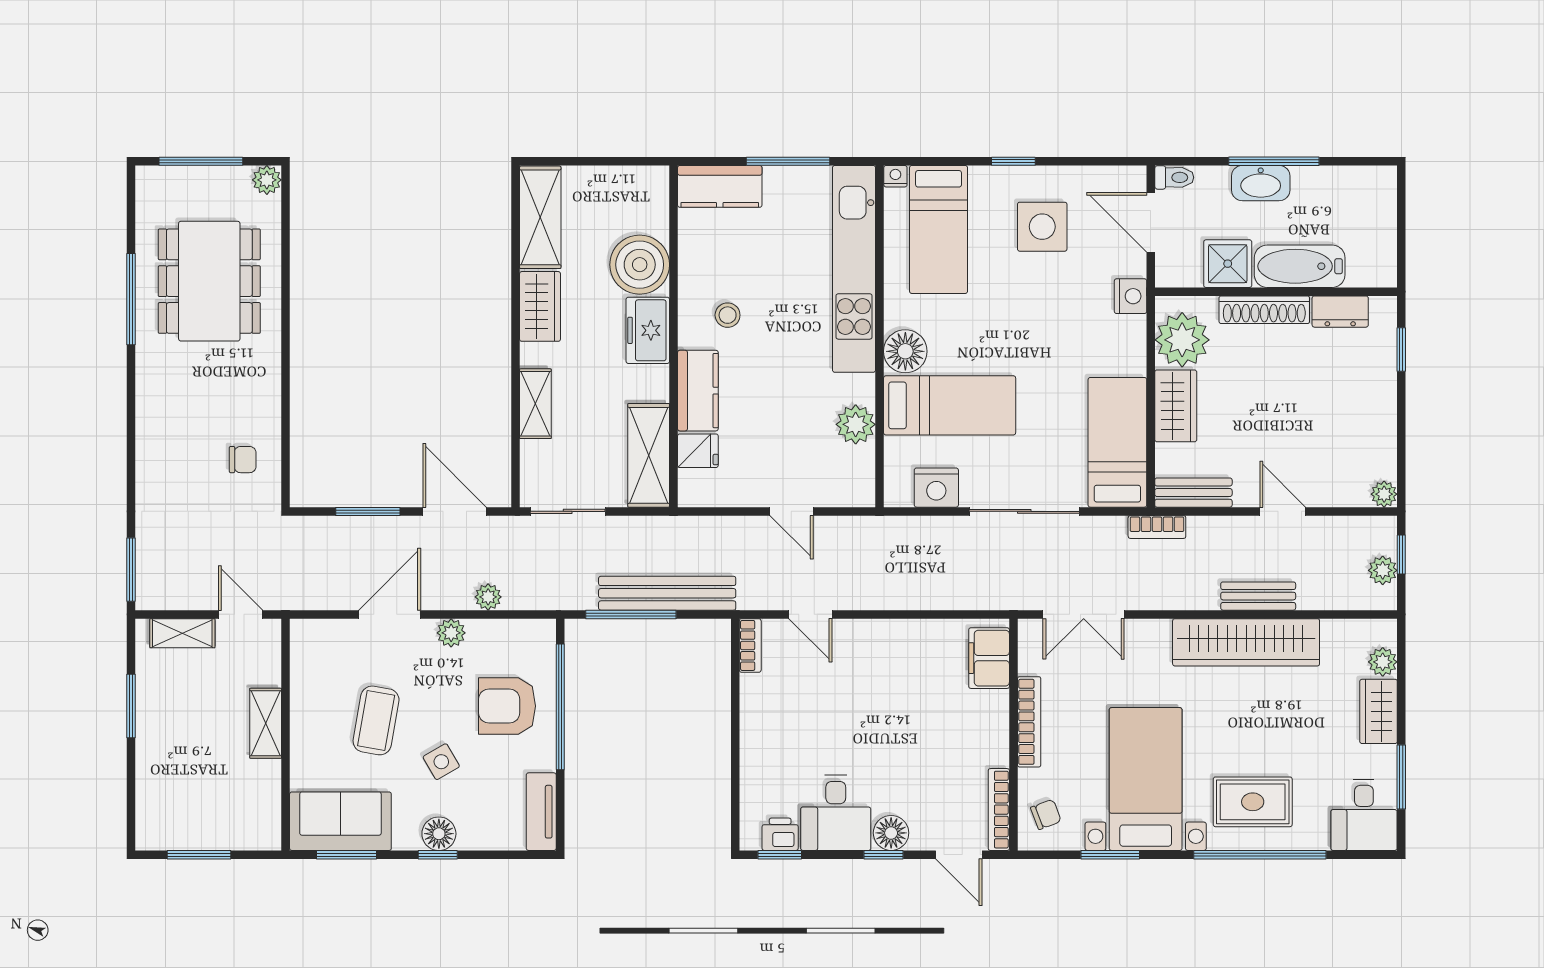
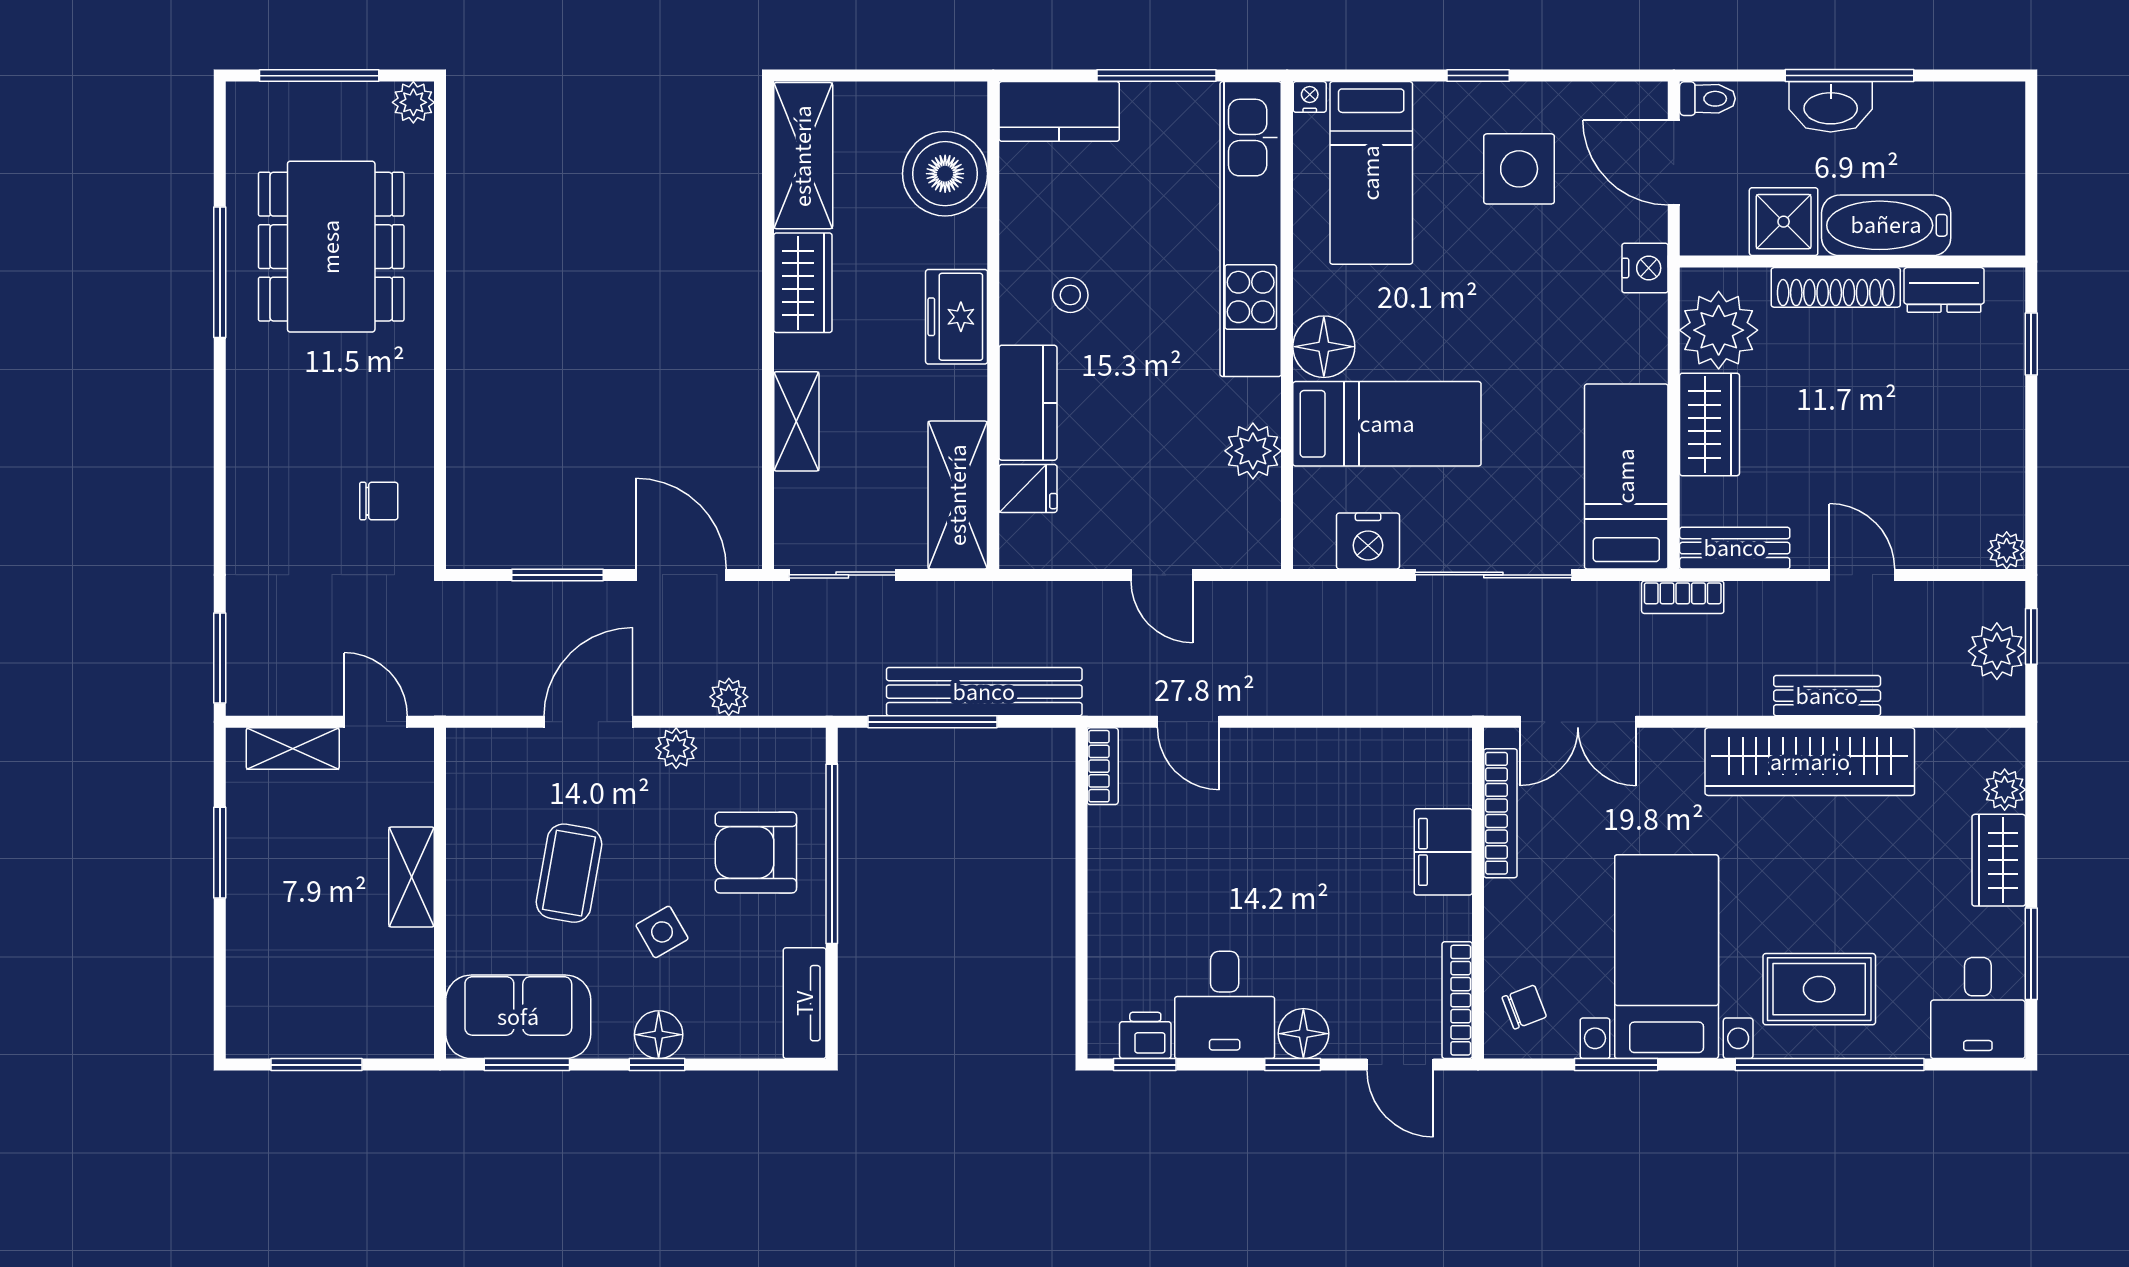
boiler: (640, 265) -> (945, 174), moved
plant: (1383, 570) -> (1997, 651), width x1.38, depth x1.38
filing cabinet: (989, 658) -> (1443, 852), moved
bookcase: (1029, 722) -> (1500, 813), moved

